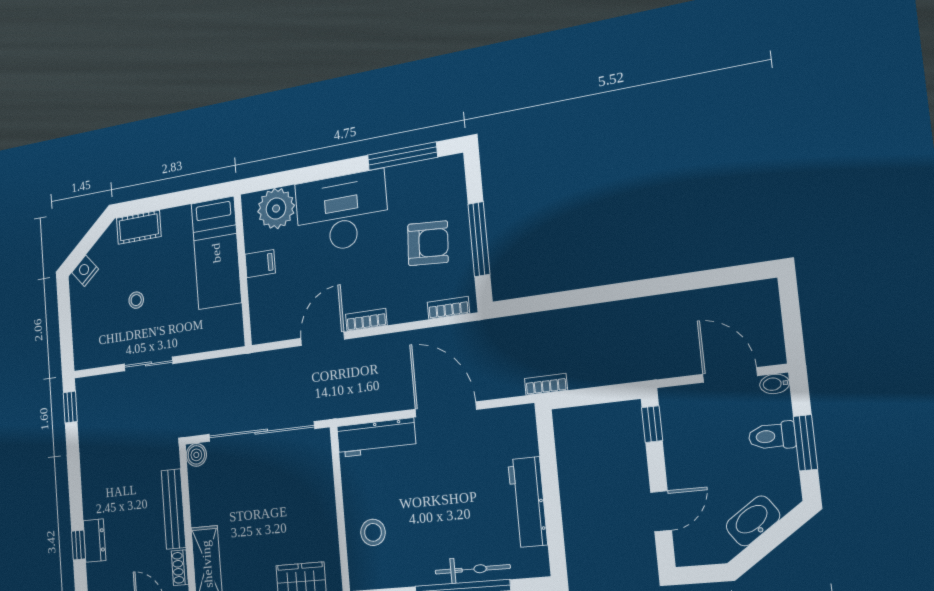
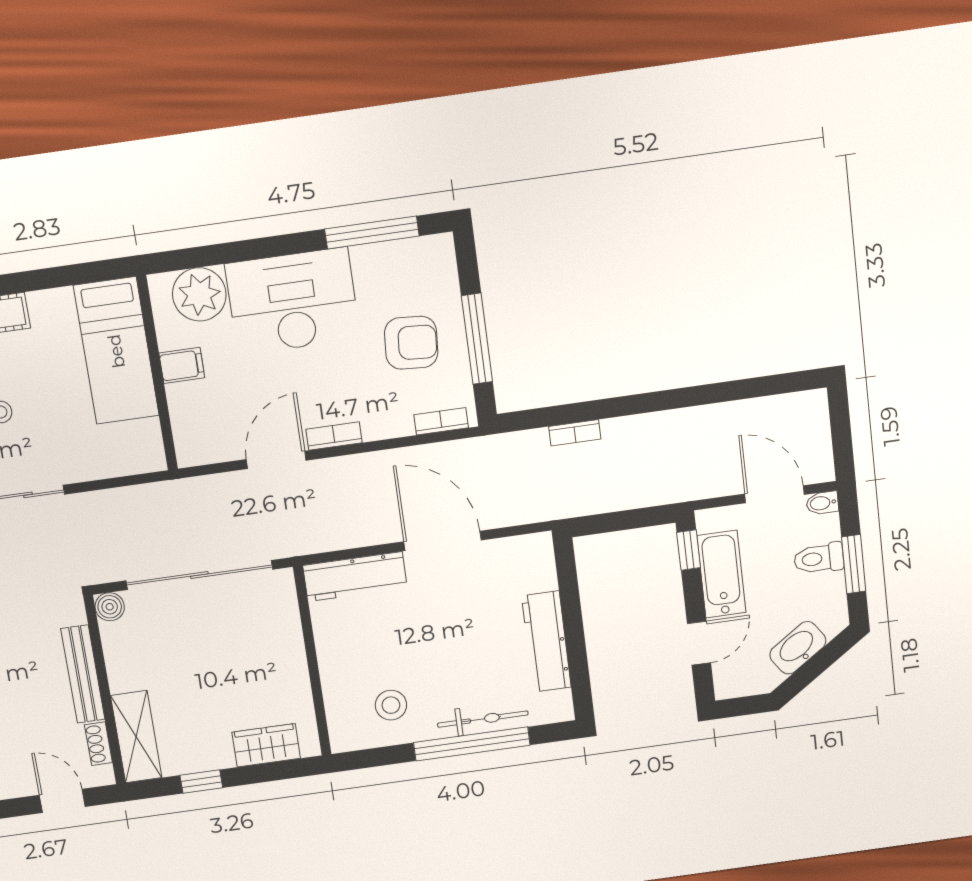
bookcase: (546, 384) -> (575, 433), moved, turned 180
bathtub: (682, 447) -> (721, 574), added
stool: (373, 532) -> (391, 705), moved

